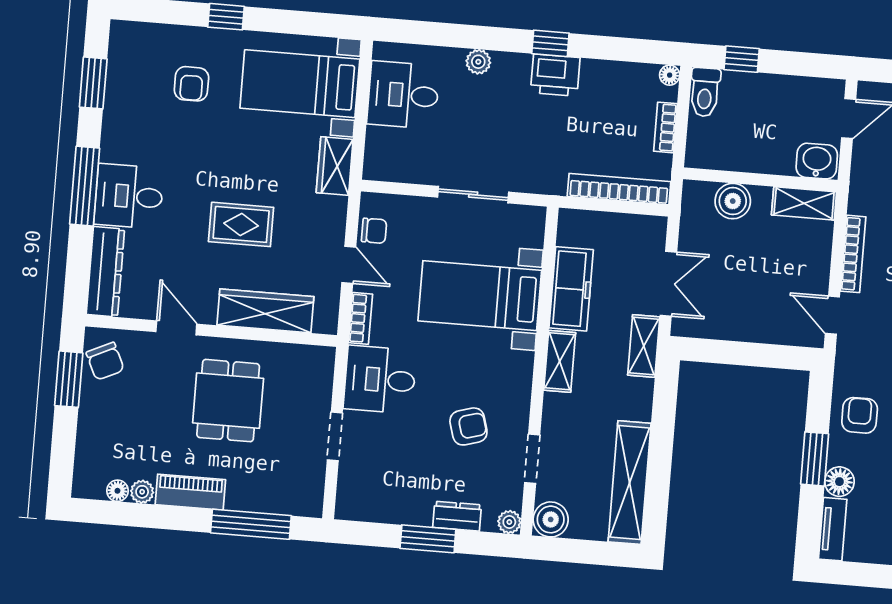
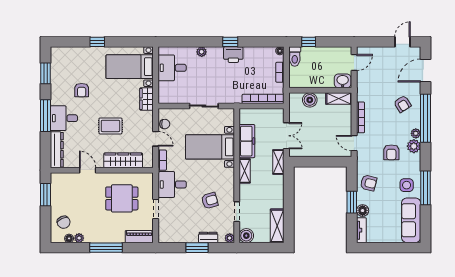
armchair: (191, 84) -> (82, 90), moved
chair: (105, 361) -> (64, 222), moved
dining table: (228, 401) -> (122, 198), moved, turned 90
armchair: (860, 415) -> (369, 183), turned 104
shelving: (630, 483) -> (277, 226), width x0.68
piano: (190, 492) -> (139, 237), moved
window: (251, 524) -> (106, 248), moved

